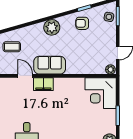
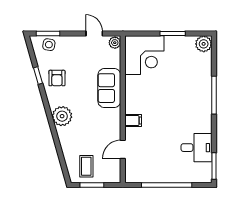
sofa: (50, 65) -> (109, 88), moved
filing cabinet: (43, 84) -> (133, 121), width x0.50

